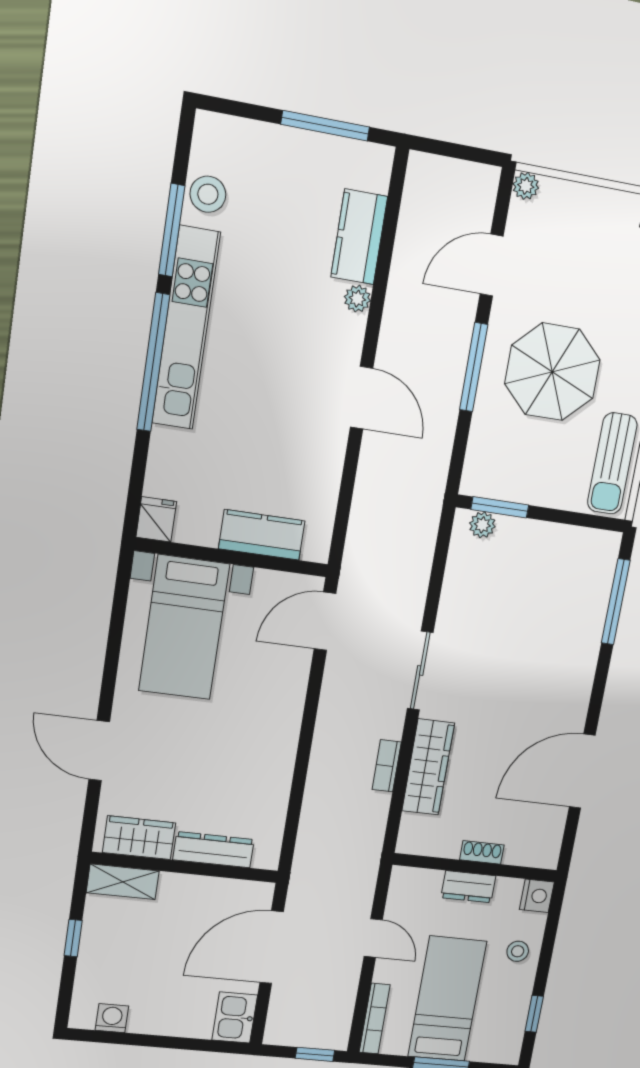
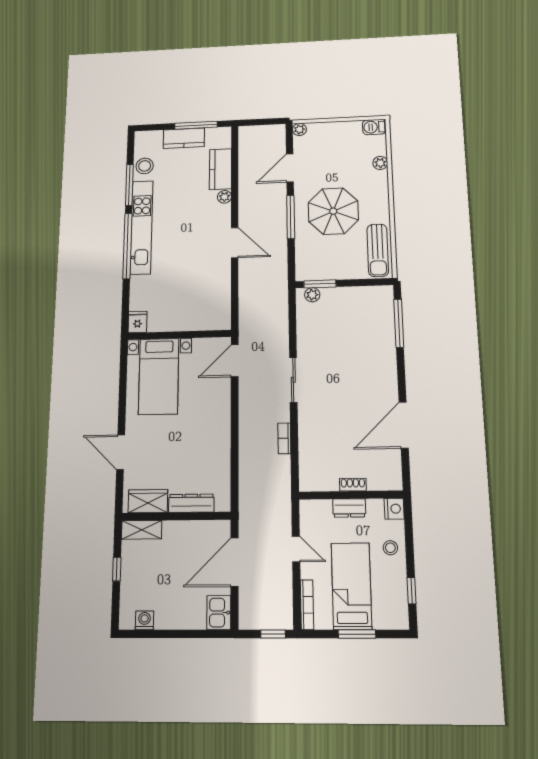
kitchen counter: (262, 535) -> (184, 138), moved, turned 180
wardrobe: (428, 767) -> (309, 436), removed

